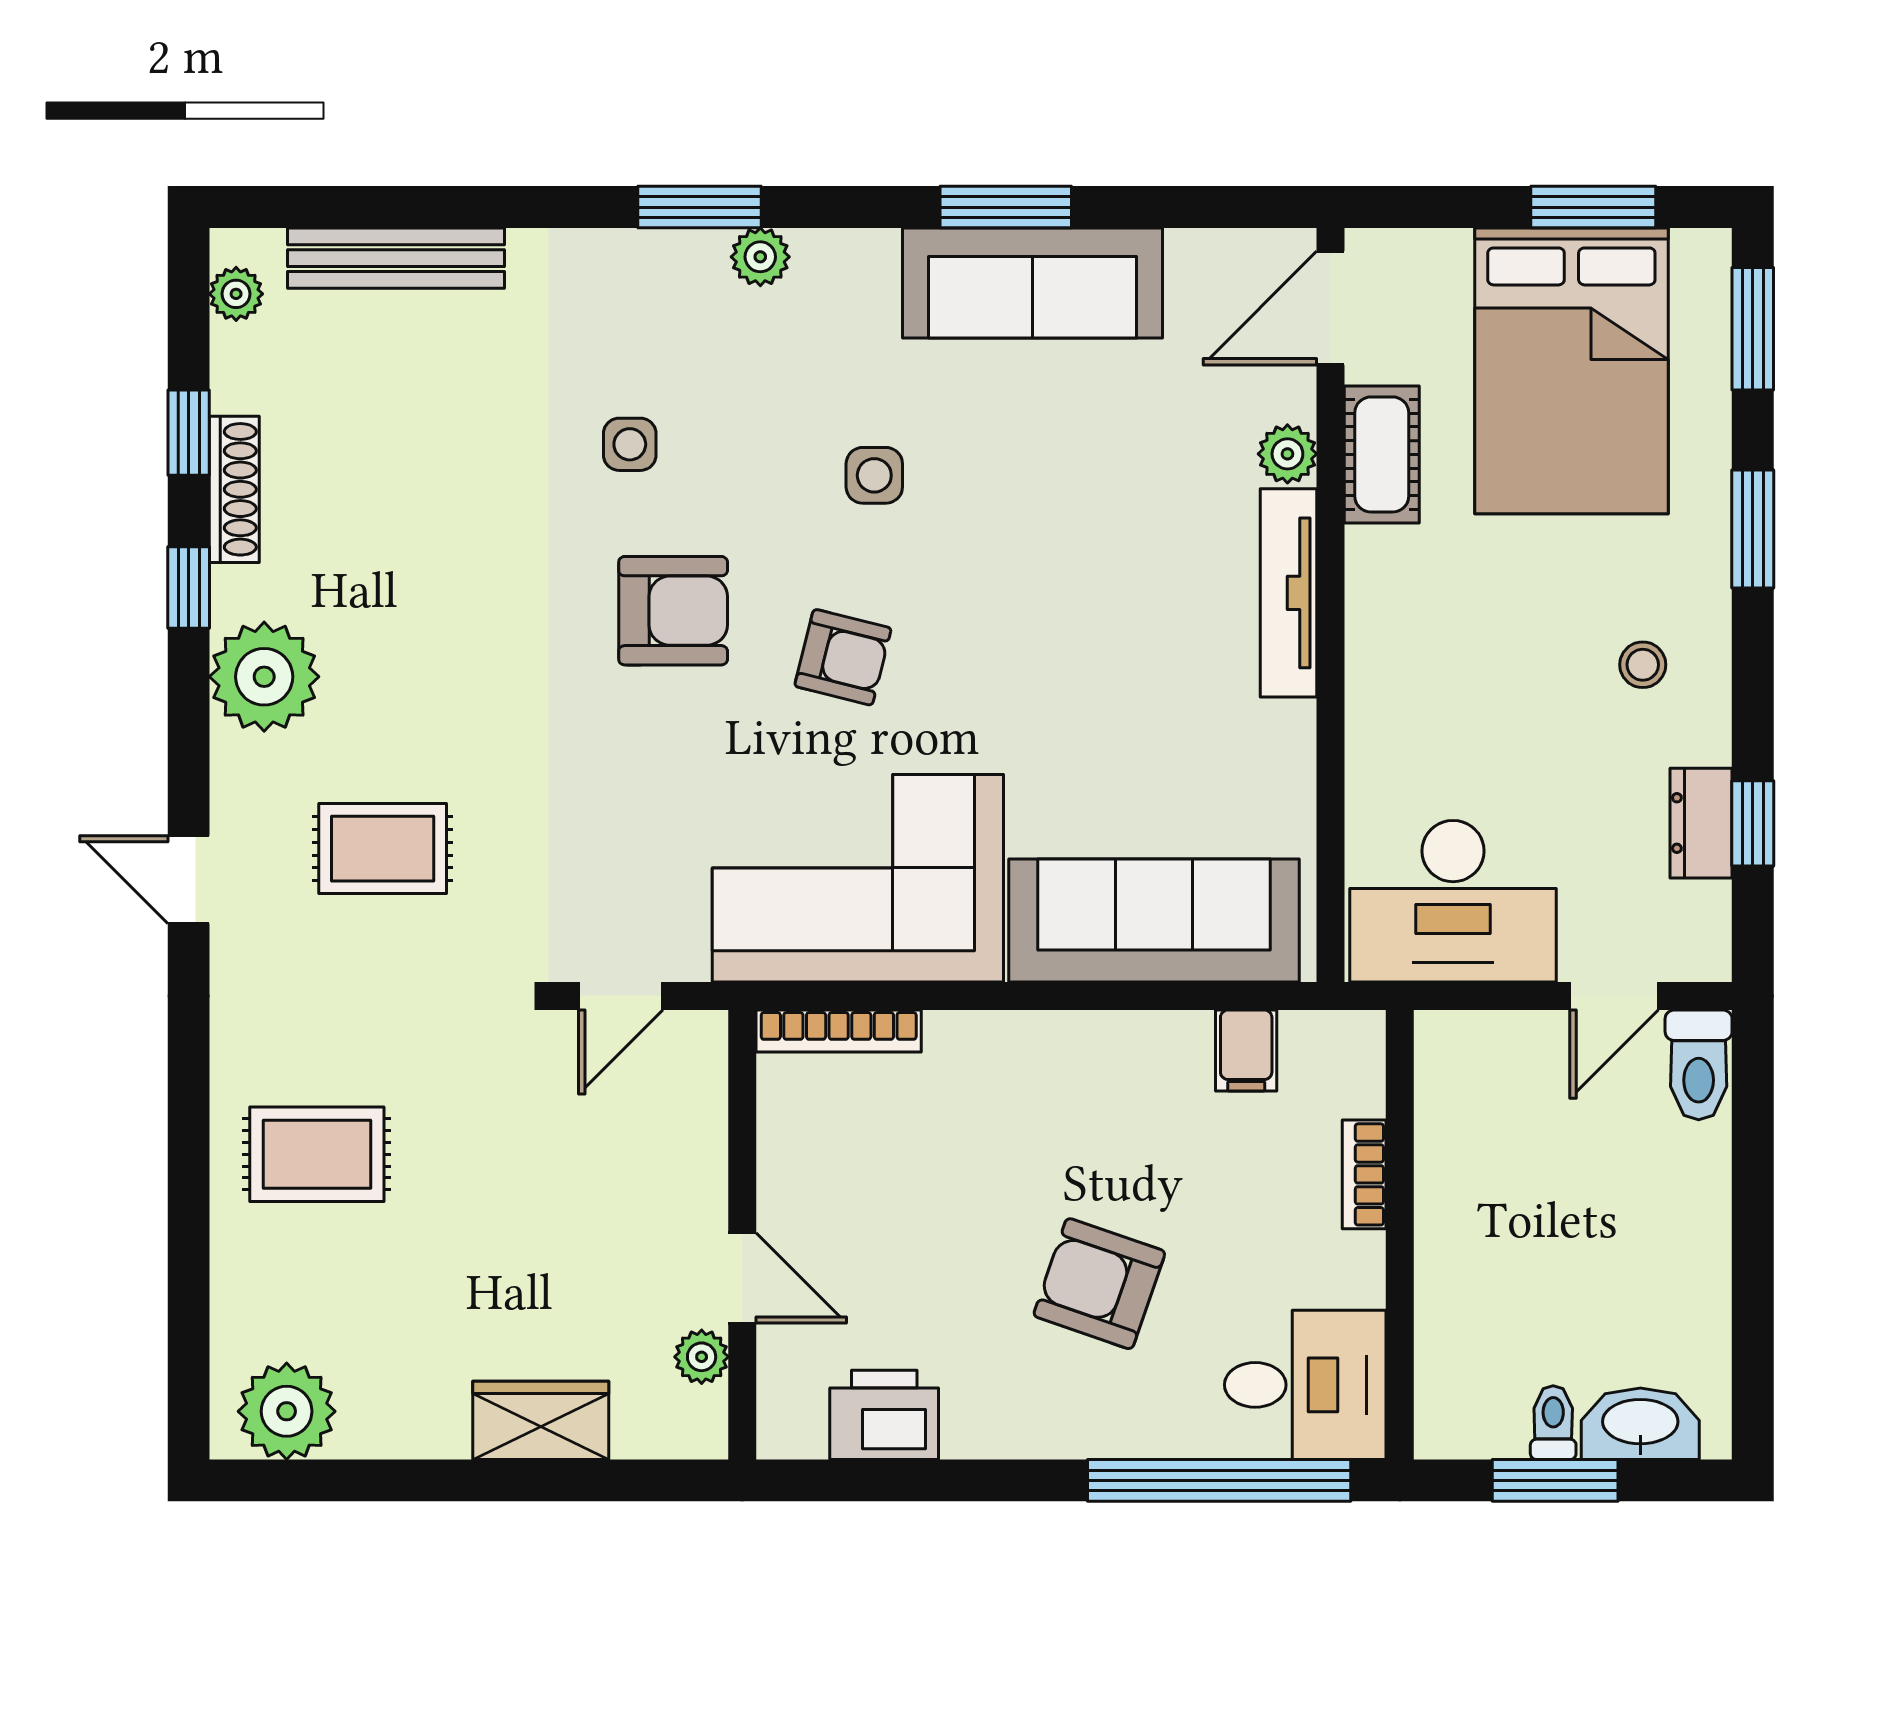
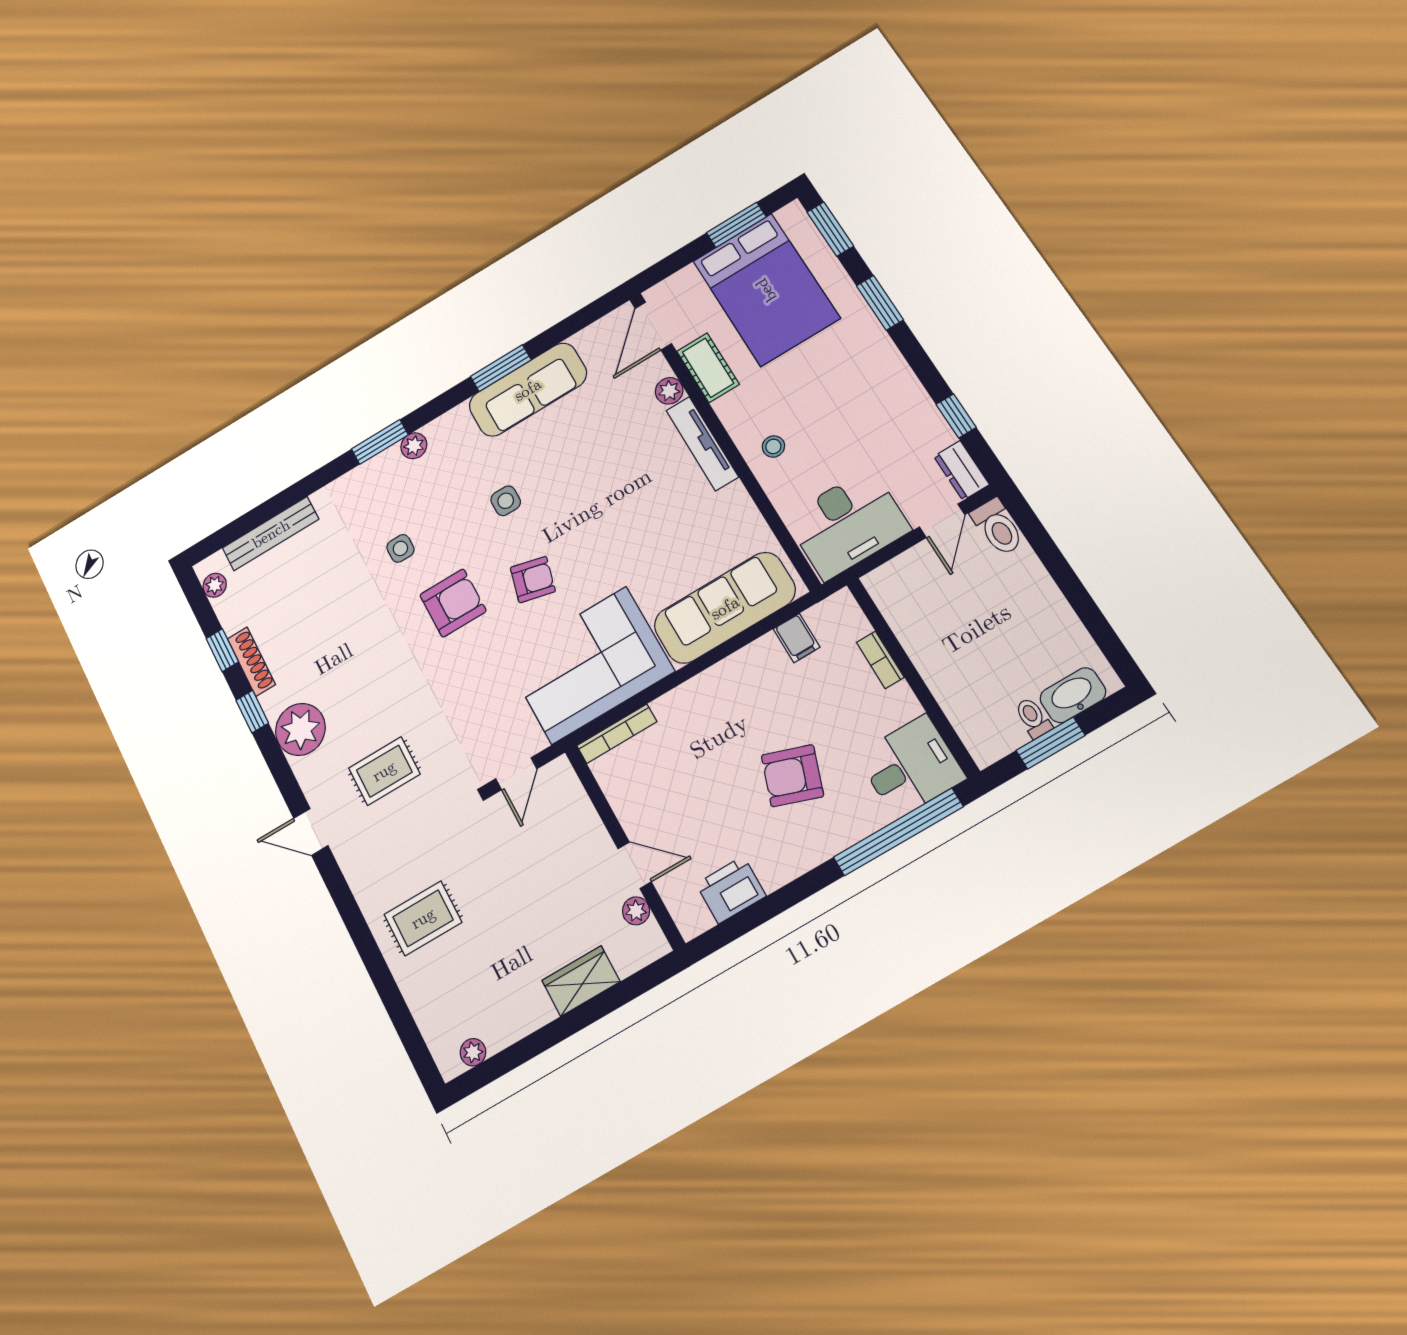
stool: (1643, 665) -> (773, 446), moved
dresser: (1701, 823) -> (961, 470), moved
plant: (287, 1411) -> (473, 1052), width x0.53, depth x0.53

